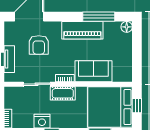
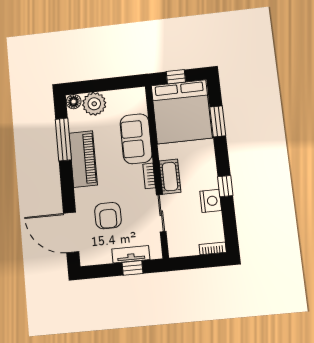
plant: (123, 42) -> (94, 104), added
armchair: (39, 45) -> (108, 216), turned 90

